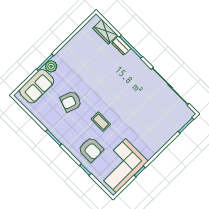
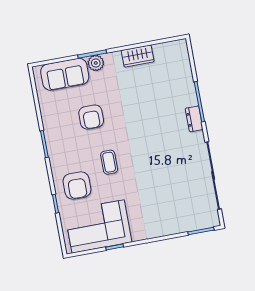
wardrobe: (105, 32) -> (138, 56), moved, turned -90
dresser: (121, 46) -> (194, 119), moved
armchair: (71, 101) -> (91, 117), turned -109

